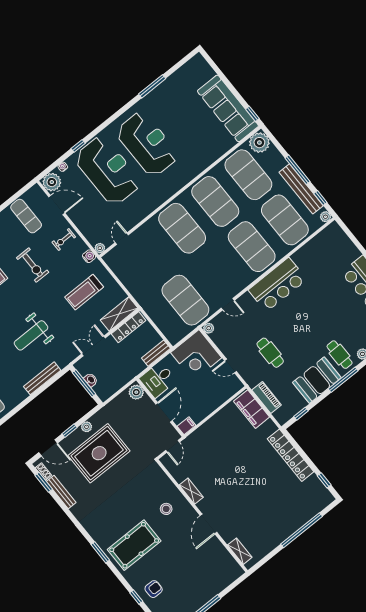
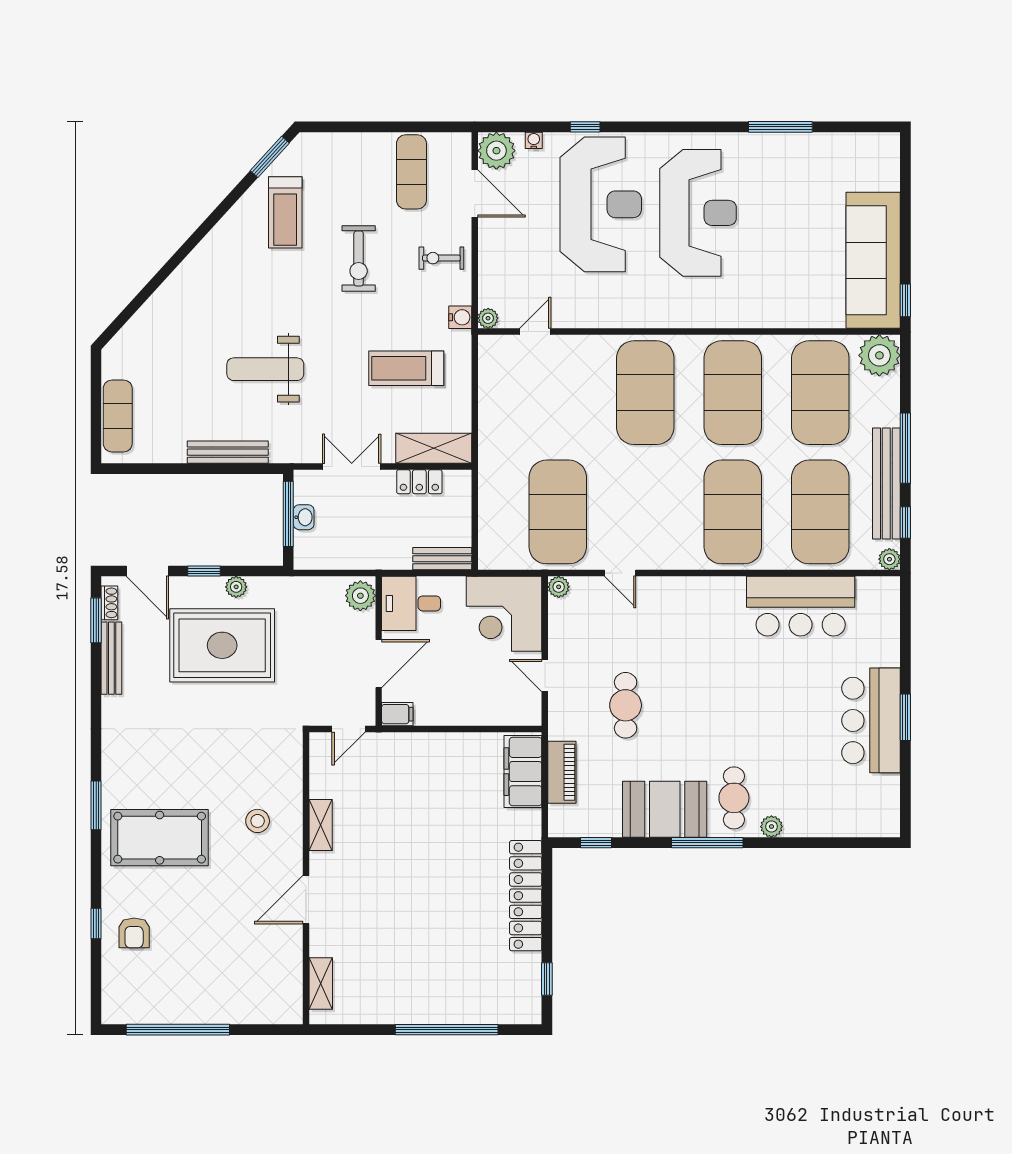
bar counter: (277, 285) -> (801, 606), moved
locker: (129, 327) -> (419, 482), width x0.66
armchair: (154, 589) -> (134, 933), turned 90

